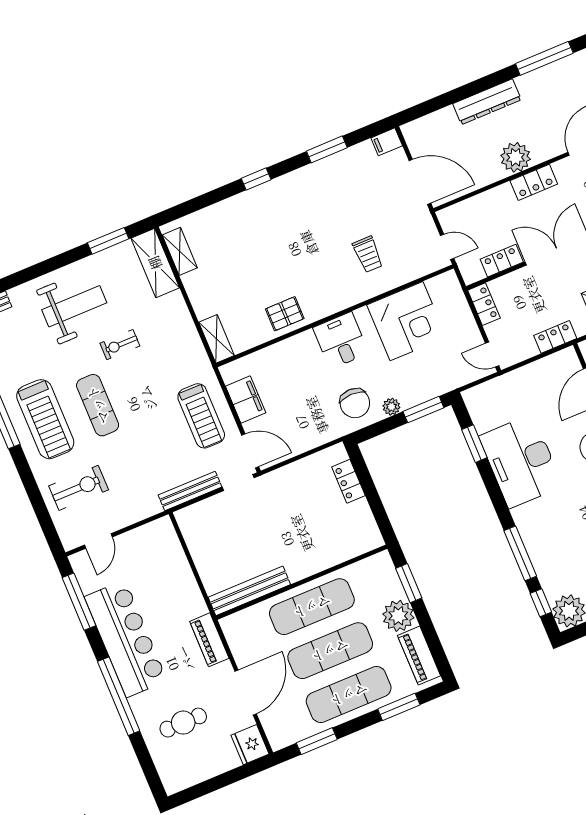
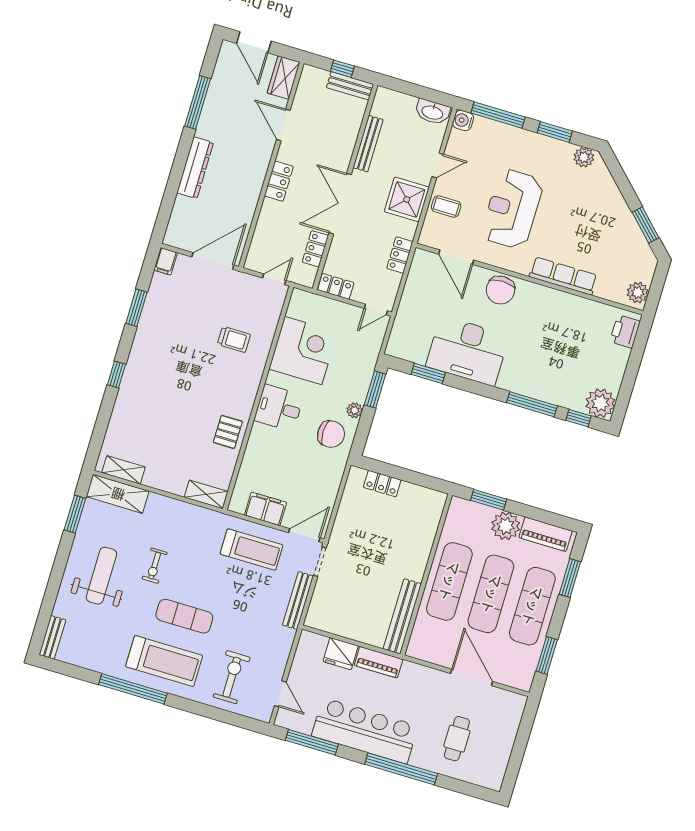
plant: (516, 157) -> (251, 180), removed
piano: (209, 640) -> (379, 662), moved
fridge: (250, 745) -> (341, 654), moved

